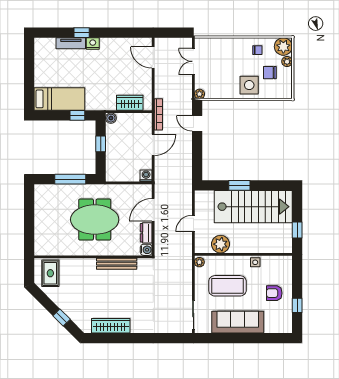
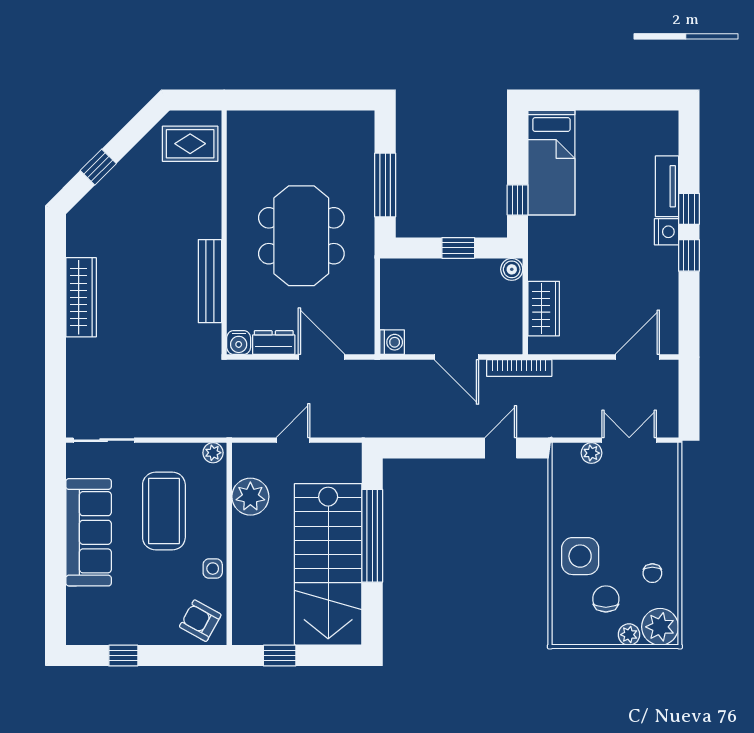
window: (104, 33) -> (689, 255), added
plant: (199, 94) -> (591, 453), moved
window: (239, 185) -> (372, 536), width x2.11
door: (193, 224) -> (293, 440), hinge flipped
armchair: (274, 293) -> (200, 621), moved, turned -61
wardrobe: (111, 326) -> (81, 297), moved

